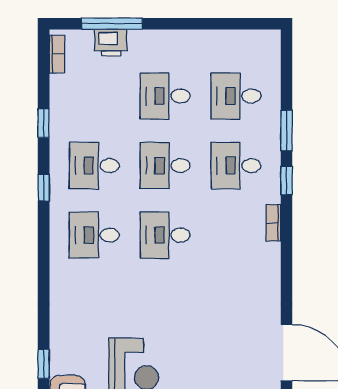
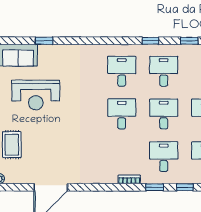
window: (287, 131) -> (185, 187), width x0.67

